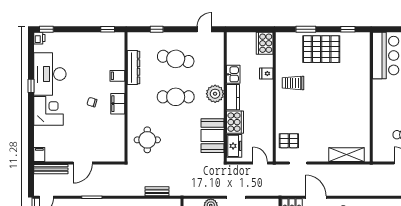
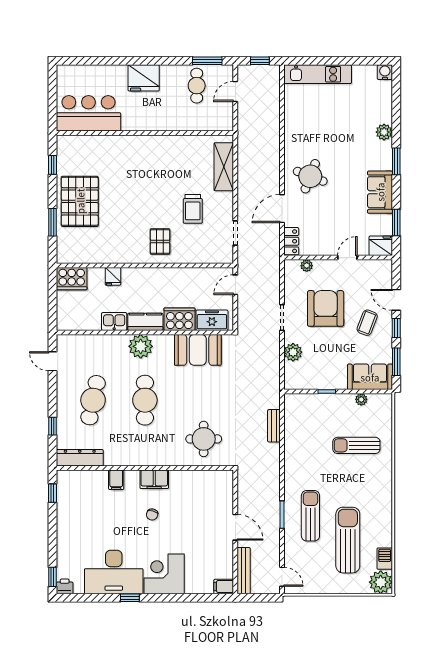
dresser: (134, 68) -> (80, 458), moved
trolley: (293, 83) -> (193, 209), moved
pallet: (289, 141) -> (160, 241), moved

